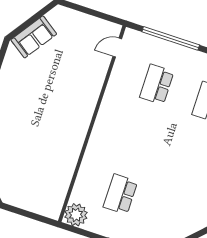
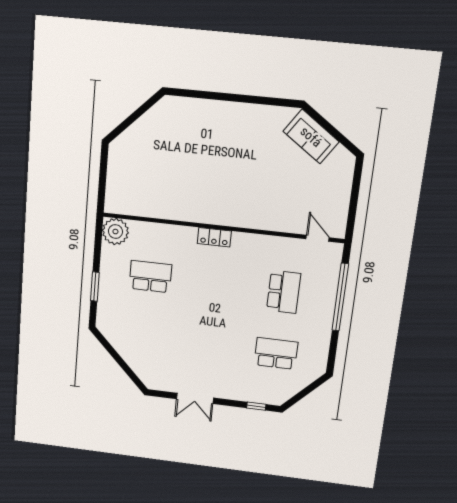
school desk: (157, 84) -> (284, 292), turned 90
locker: (98, 132) -> (214, 237), added

